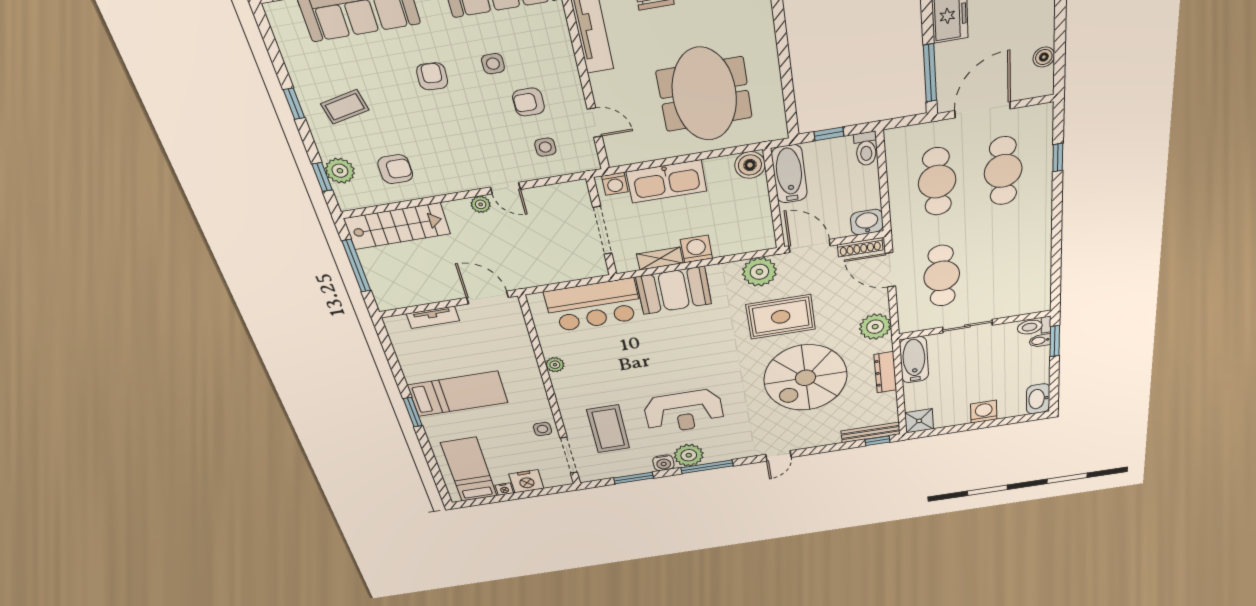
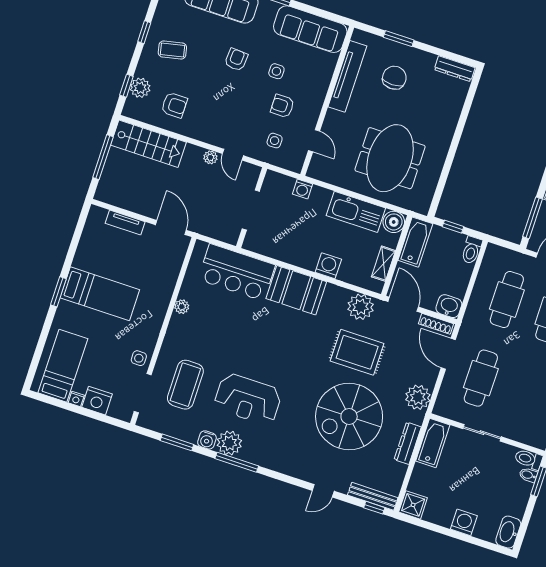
kitchen sink: (667, 181) -> (356, 212), moved
wall: (602, 227) -> (252, 208), moved
doorway: (602, 230) -> (251, 210), moved
shelving: (660, 259) -> (384, 264), moved, turned 90
door: (778, 456) -> (323, 491), moved

